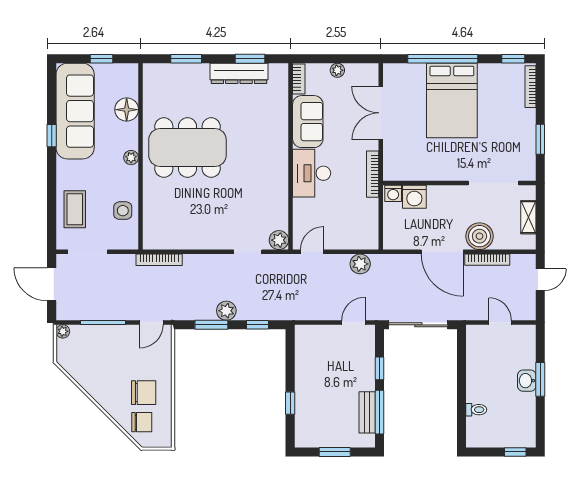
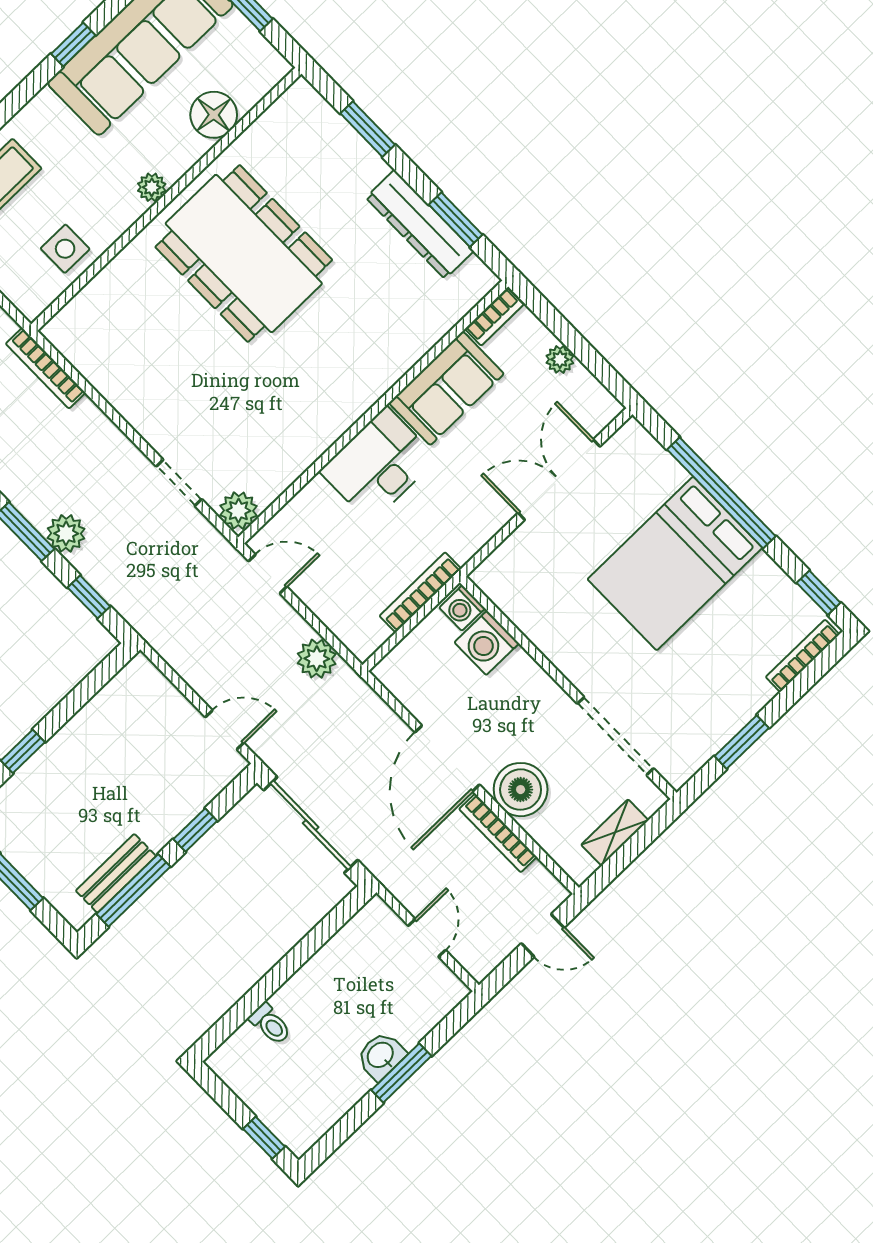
bookcase: (373, 174) -> (420, 592), moved

